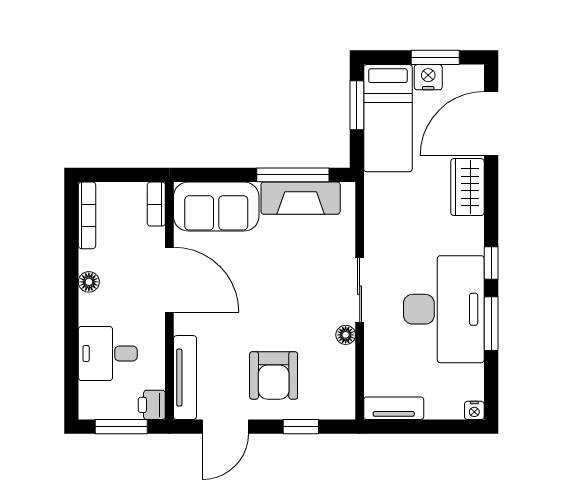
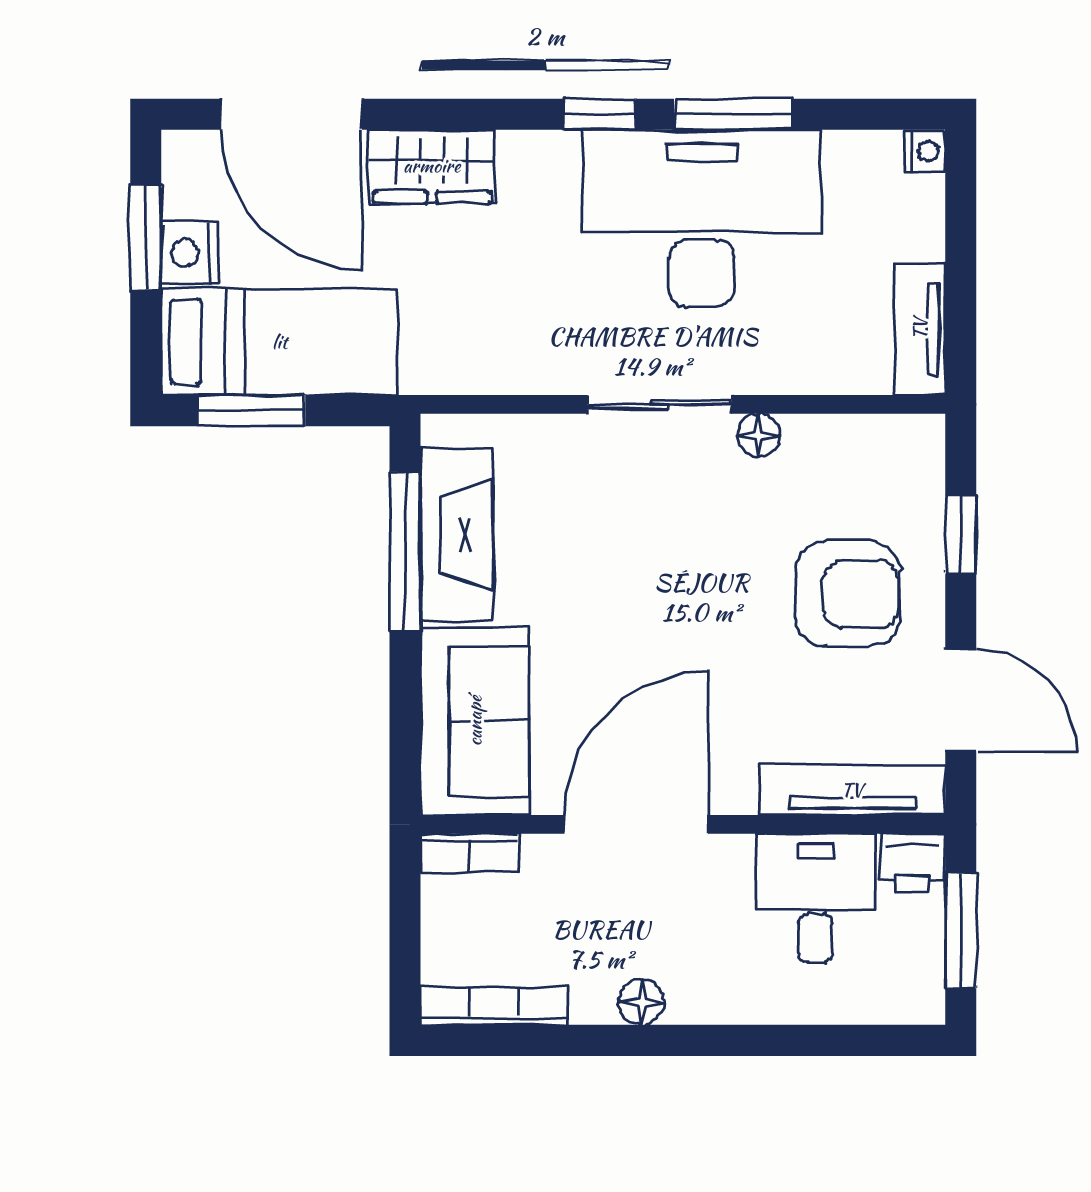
desk: (108, 353) -> (815, 898), moved, turned 180

